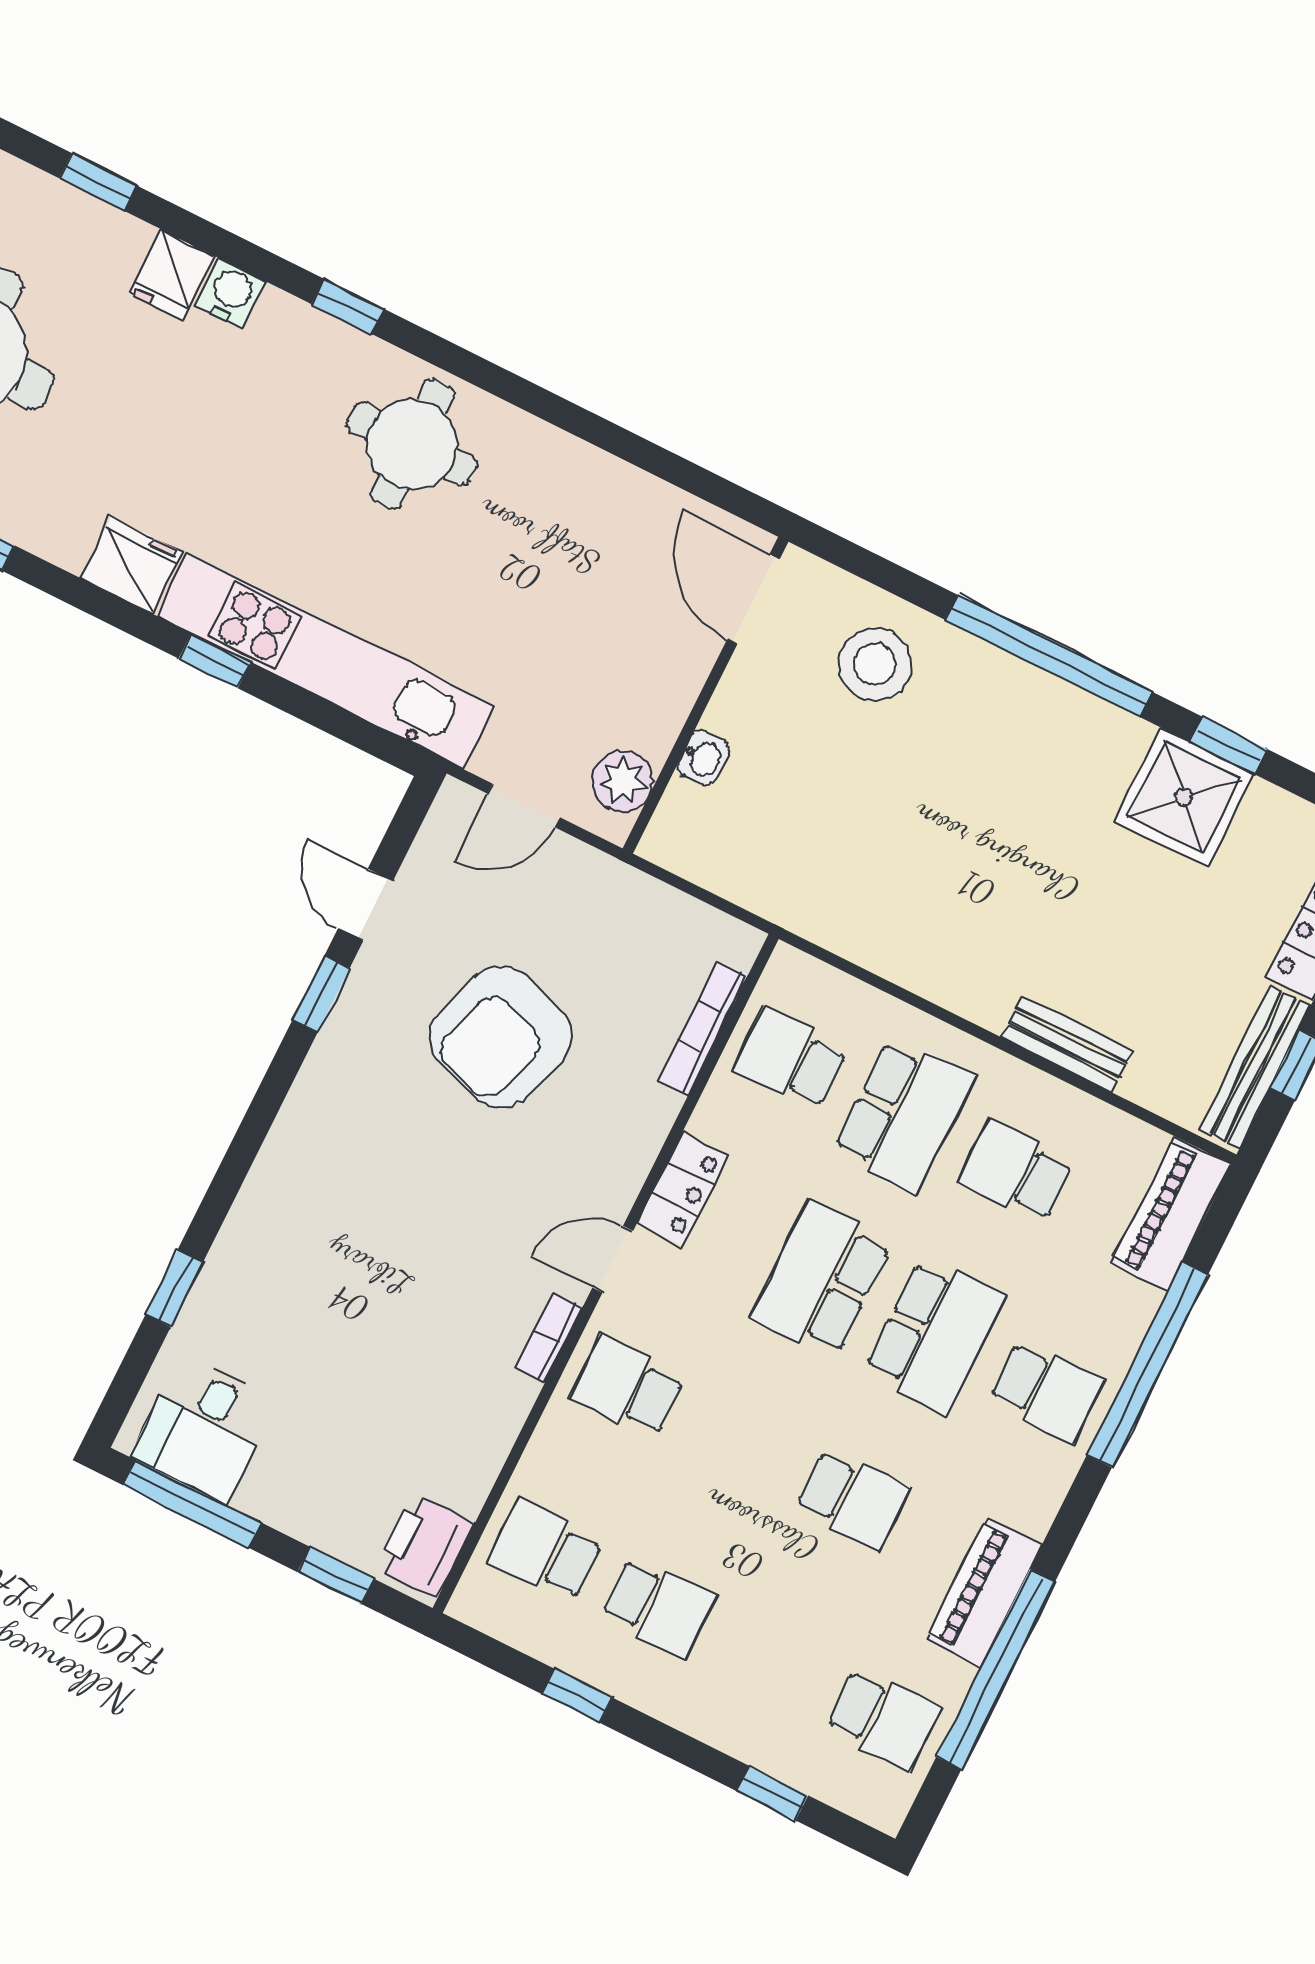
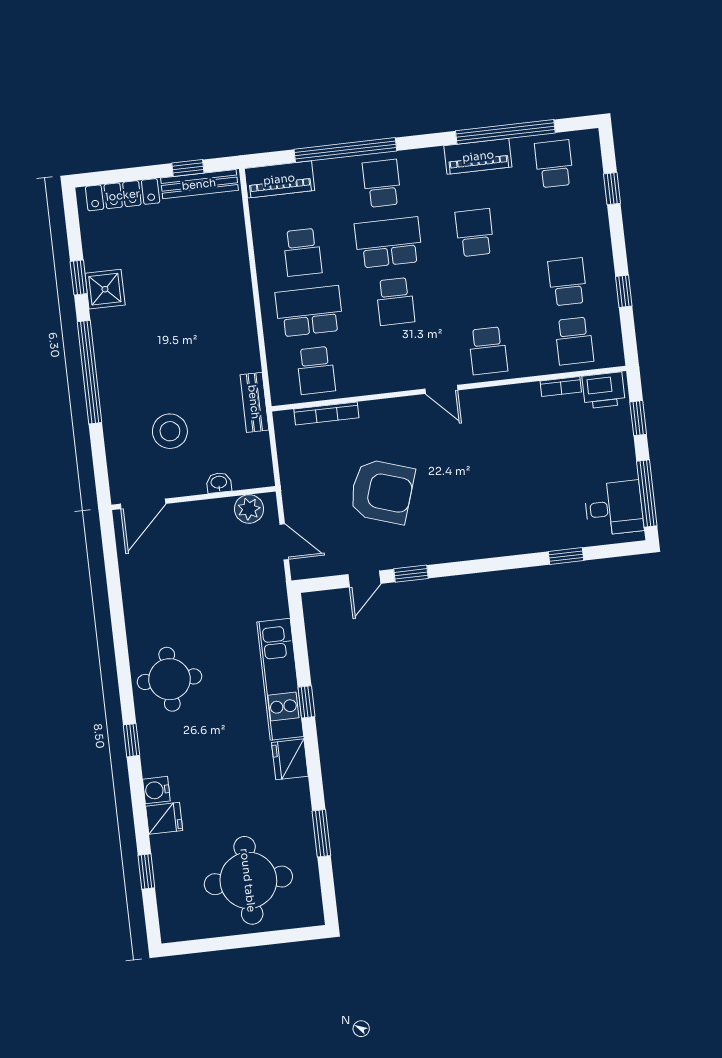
kitchen unit: (326, 661) -> (280, 679), width x0.73
stool: (875, 664) -> (170, 431), moved
shower: (1184, 797) -> (105, 289), width x0.73, depth x0.73
bench: (1068, 1044) -> (254, 402), moved
locker: (683, 1189) -> (396, 380), removed
school desk: (822, 1279) -> (395, 301), width x0.54
bookcase: (549, 1337) -> (561, 387), moved

